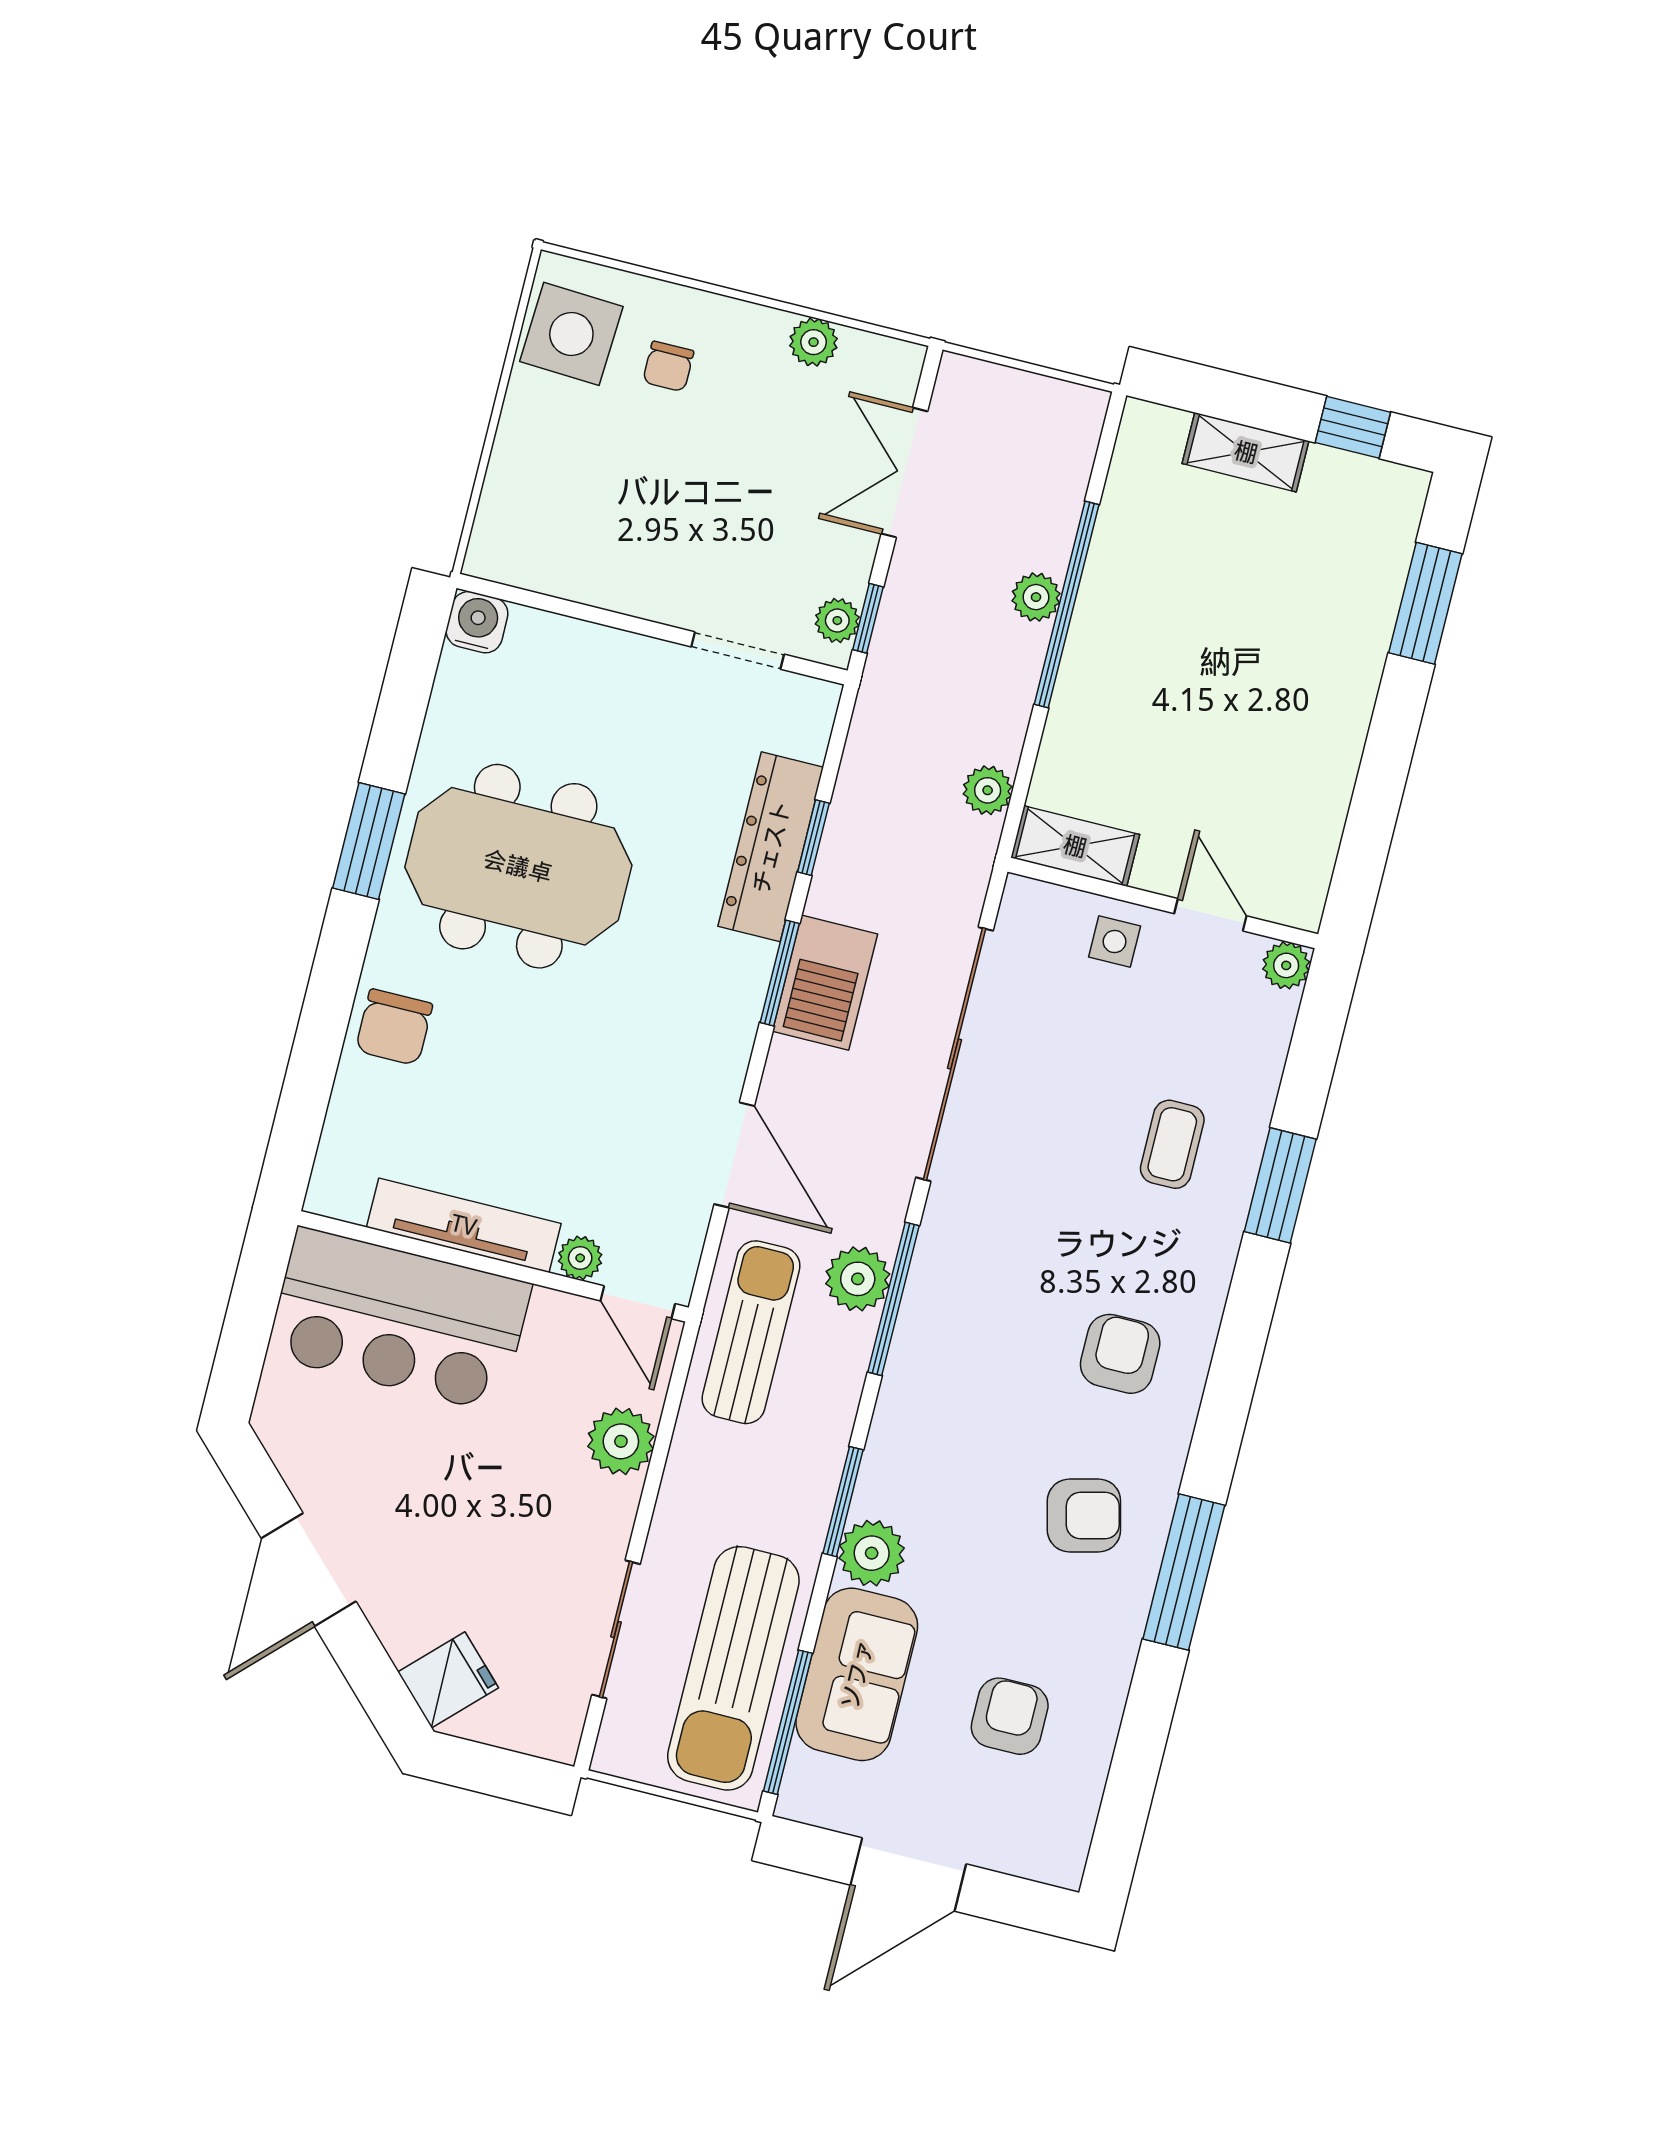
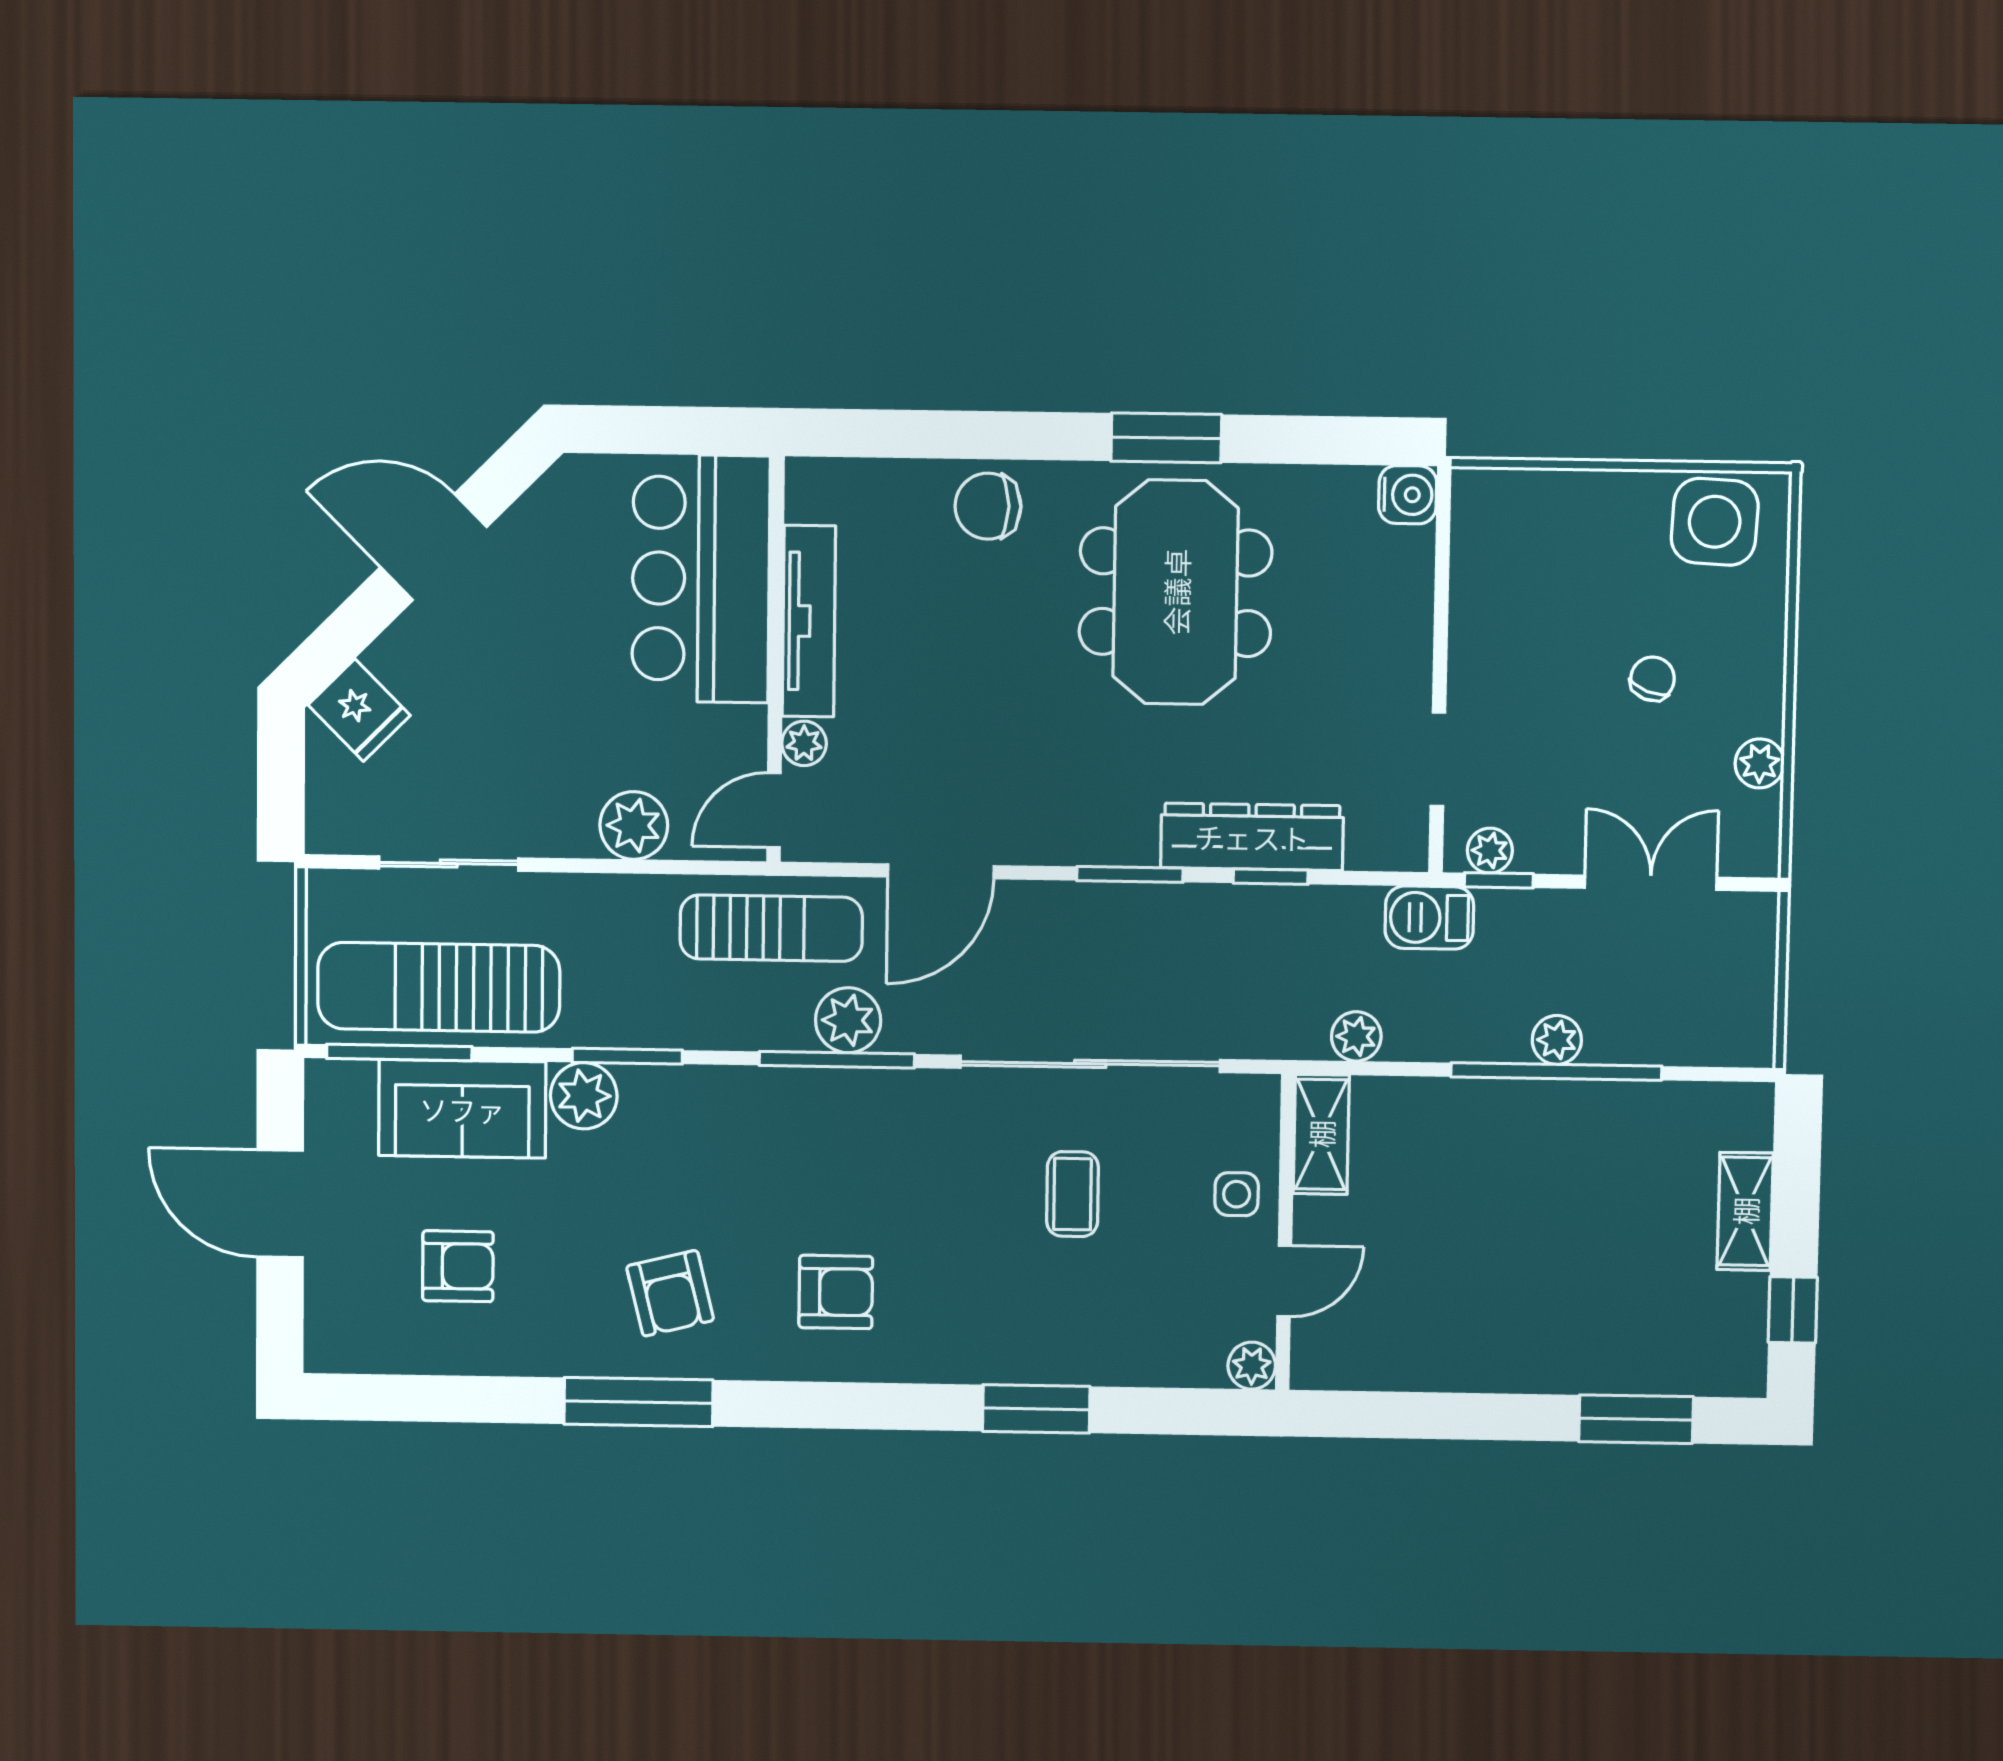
chair: (668, 366) -> (1652, 679), moved, turned 111
barbecue: (825, 983) -> (1429, 918), moved, width x0.73, depth x0.79
coffee table: (1172, 1144) -> (1073, 1194), moved, turned 90

